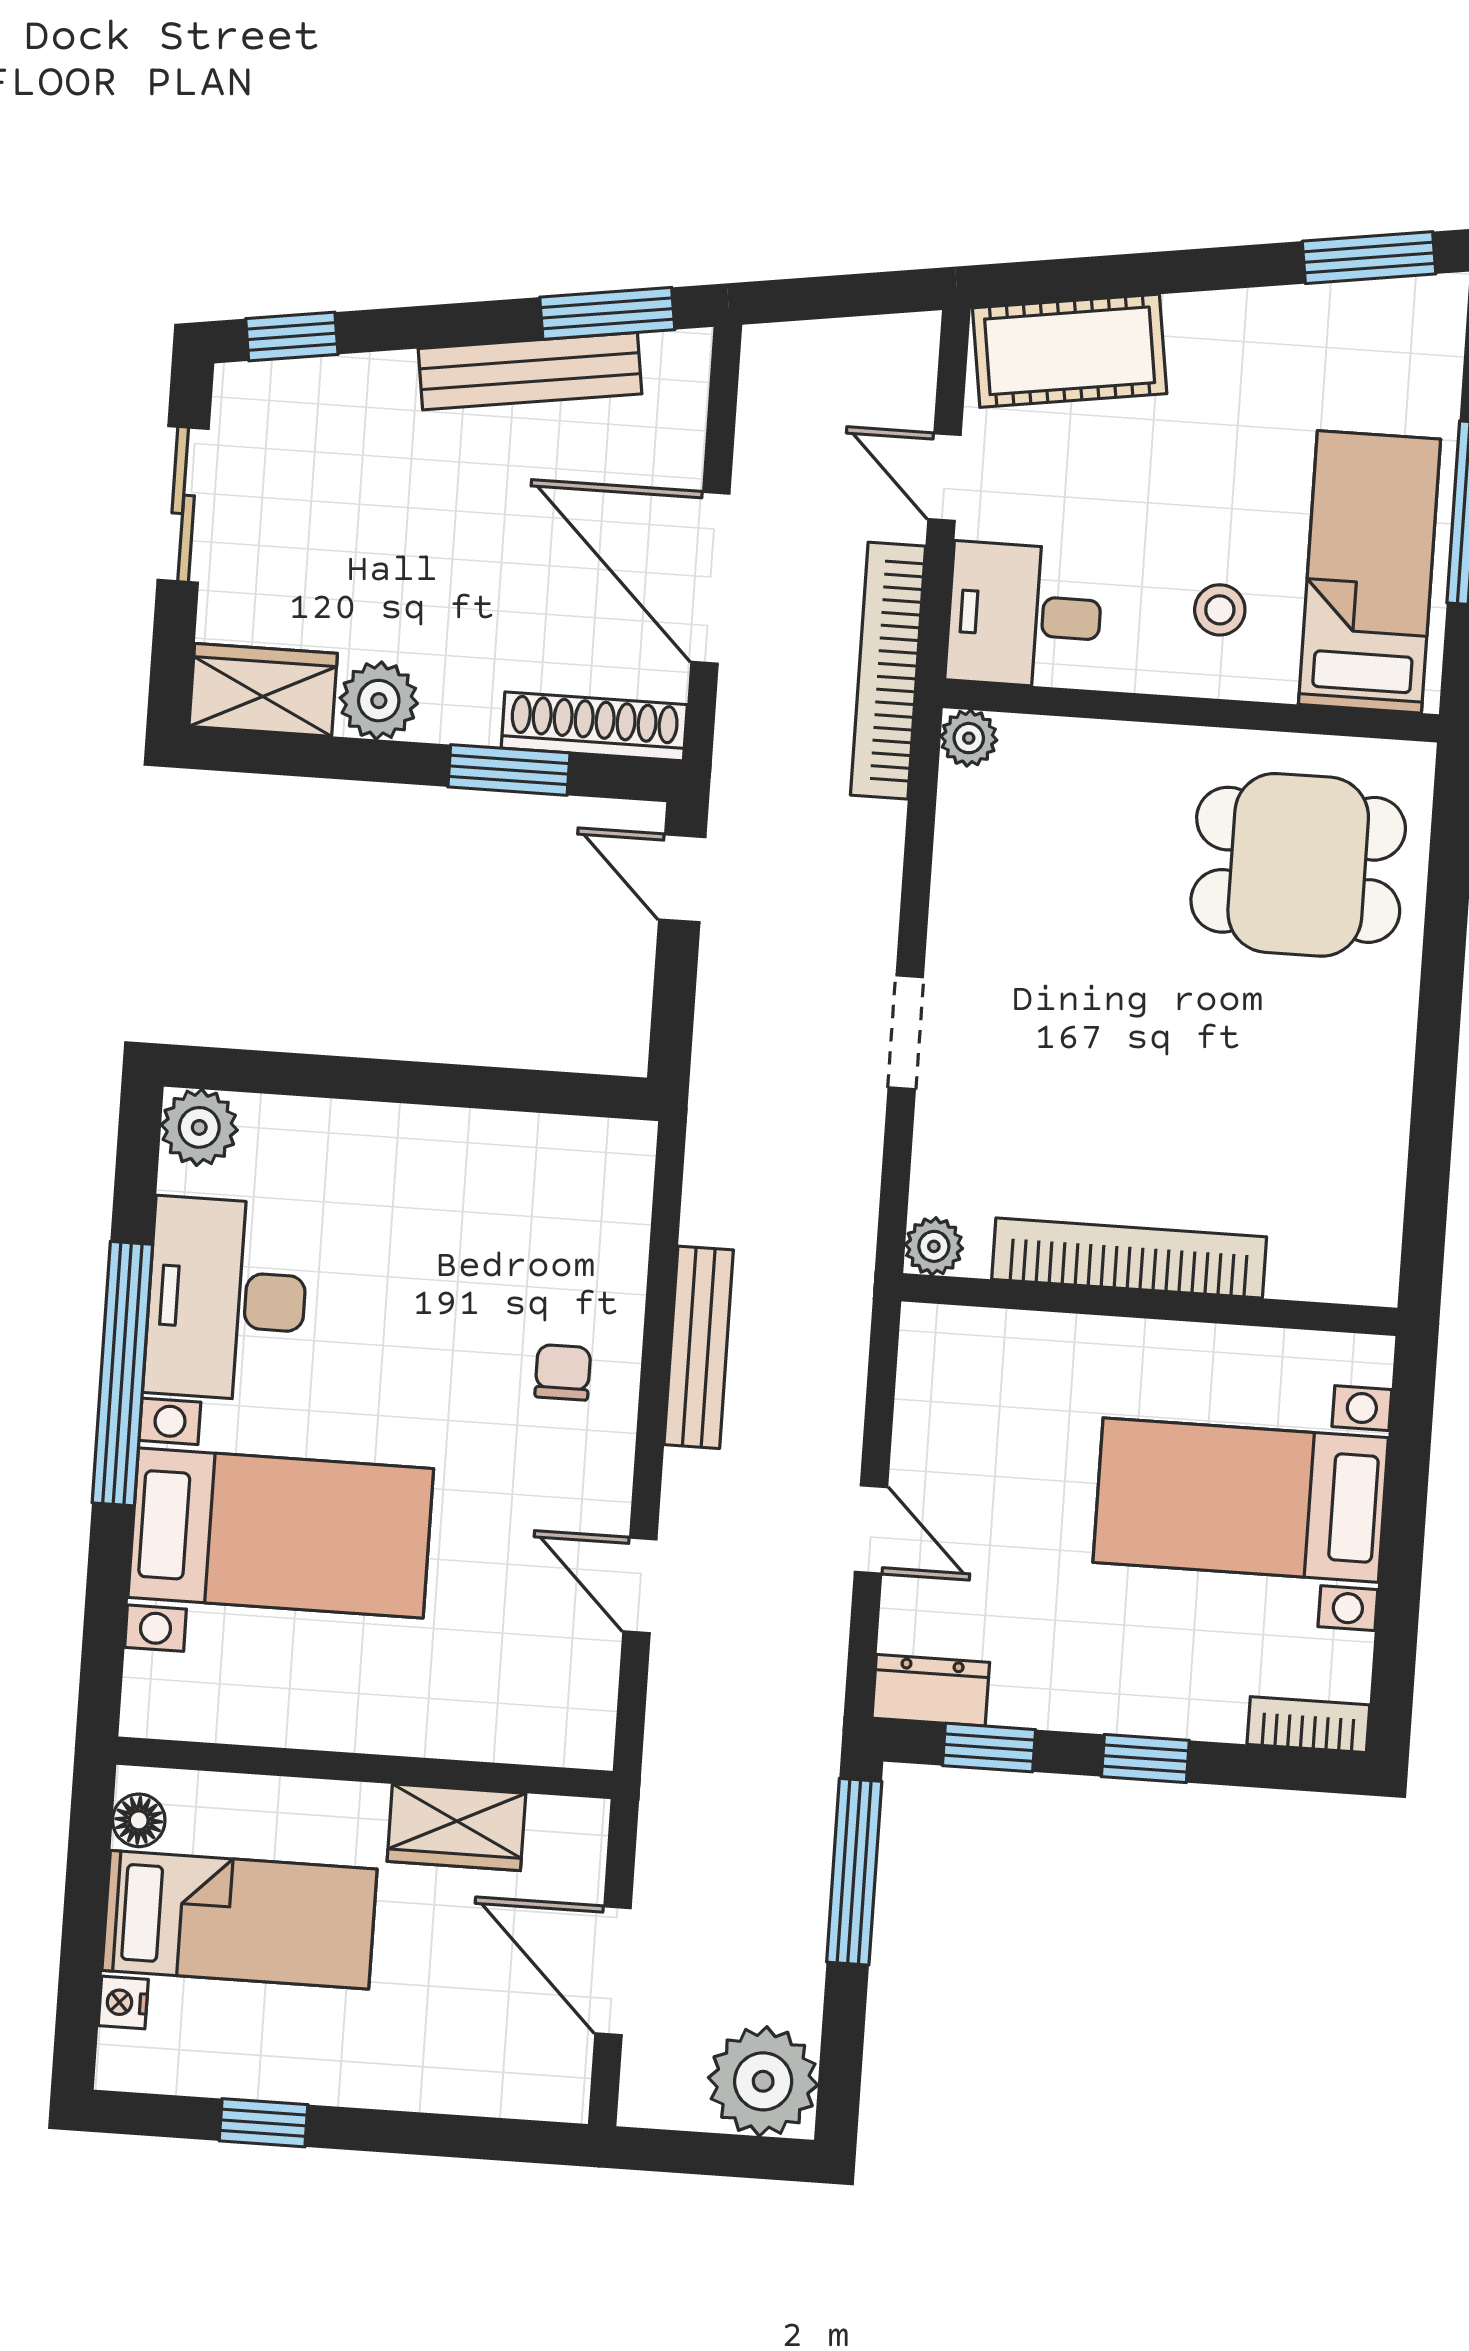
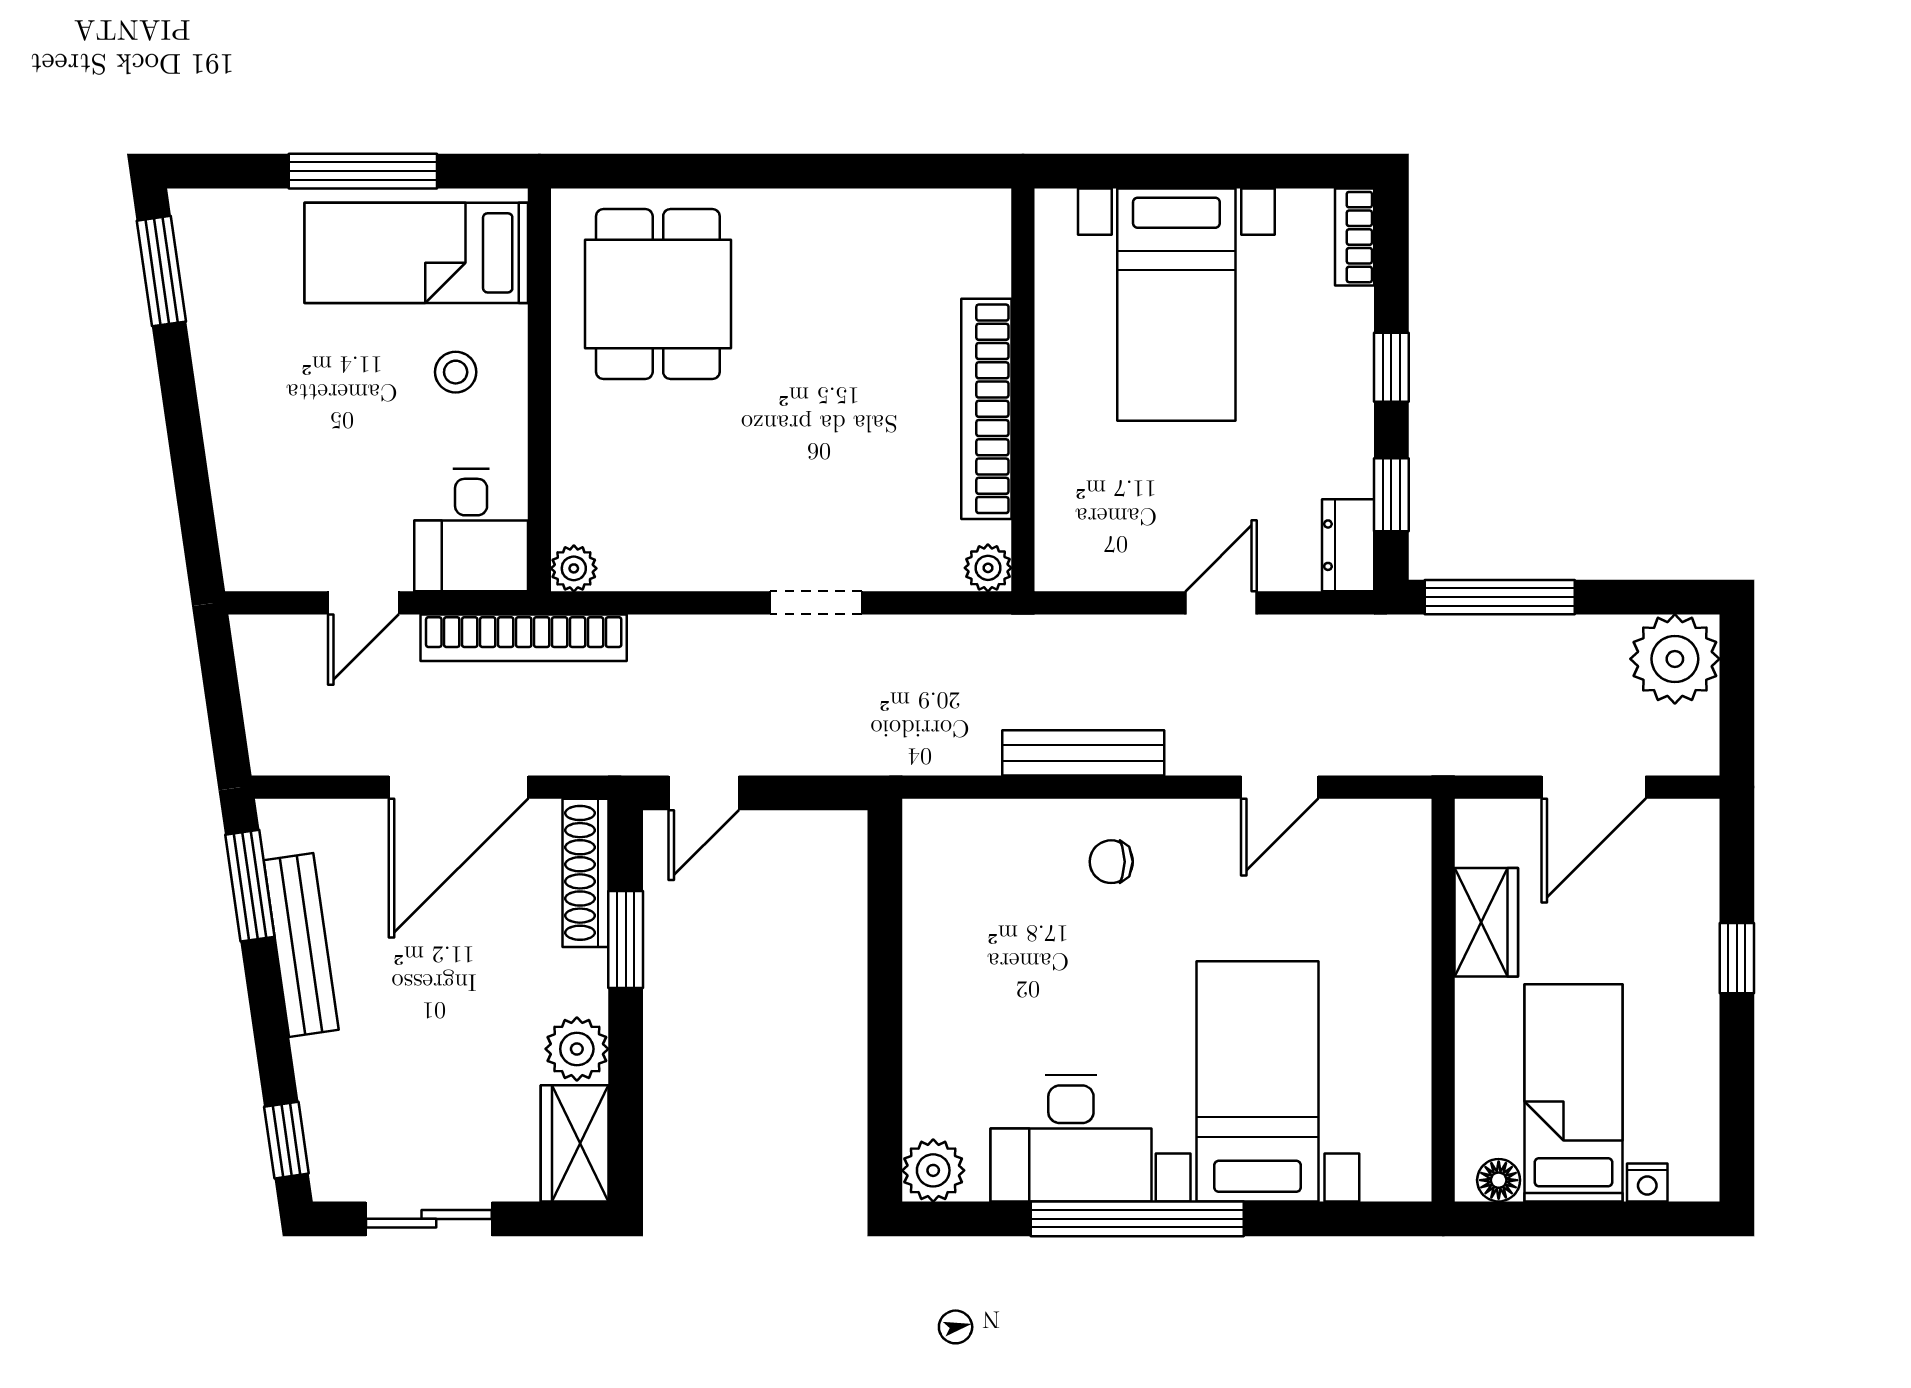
cot: (1070, 351) -> (254, 509), removed
window: (264, 2123) -> (1737, 958), moved

